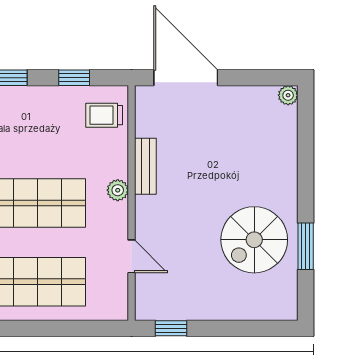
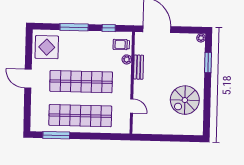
plant: (118, 190) -> (127, 59), moved
window: (306, 246) -> (208, 62), moved
window: (171, 328) -> (148, 137), removed

